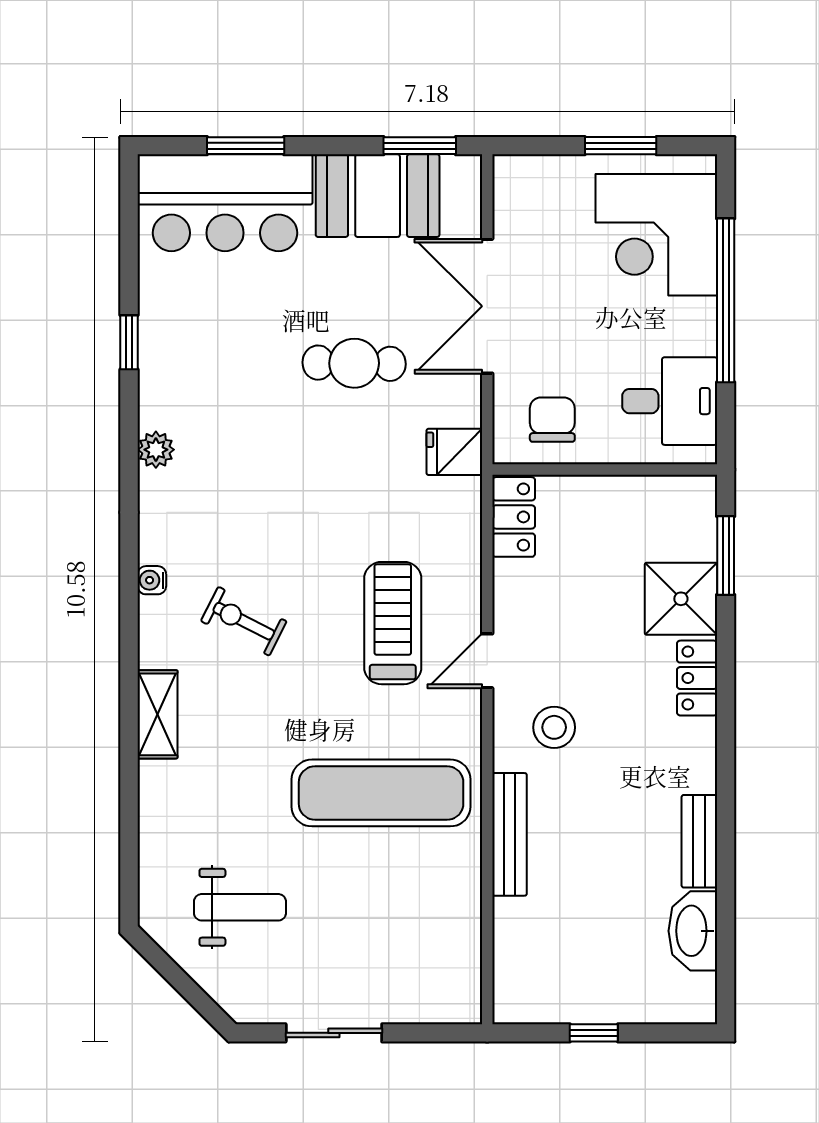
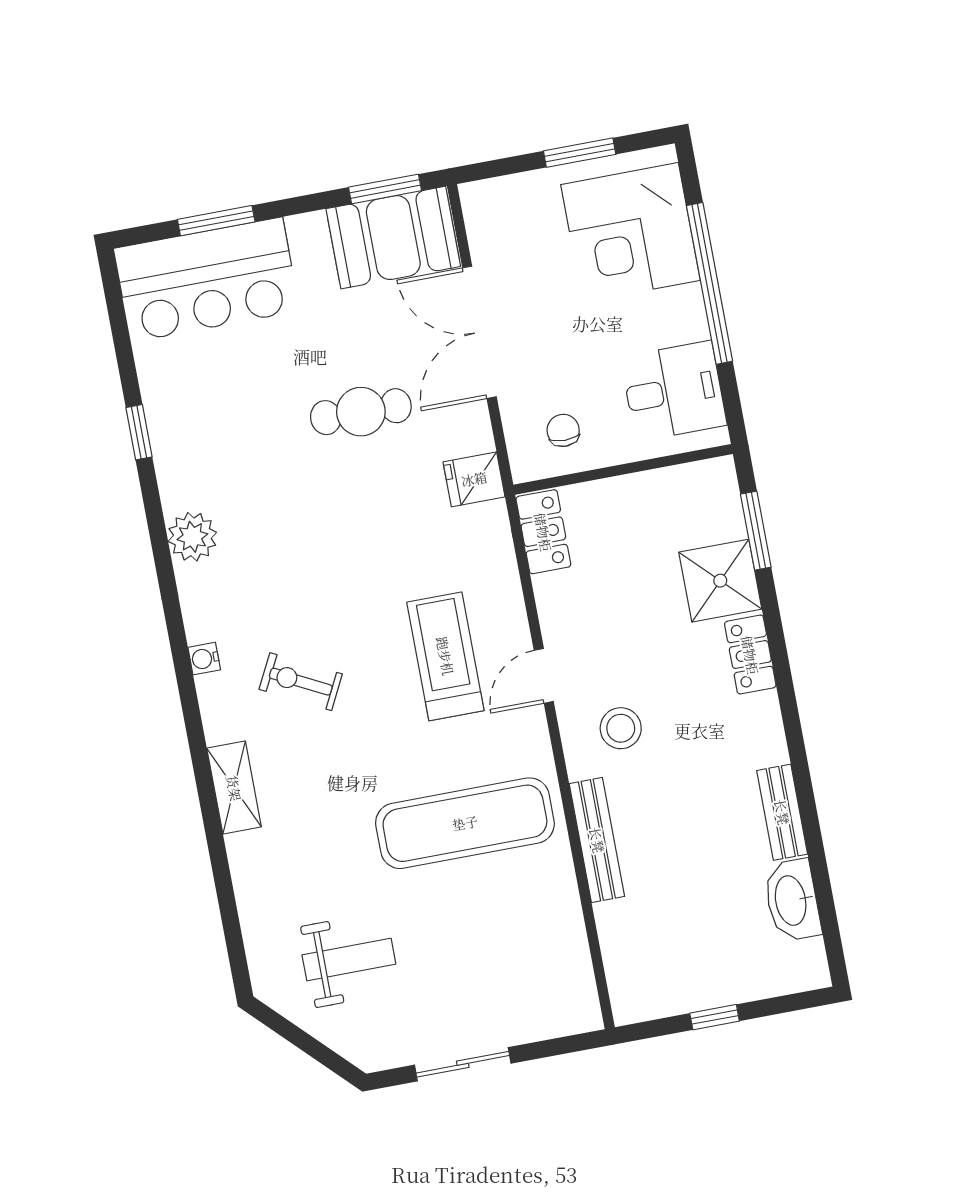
booth: (378, 196) -> (393, 238), moved
chair: (552, 420) -> (563, 430), width x0.73, depth x0.73
plant: (156, 450) -> (192, 537), width x1.38, depth x1.38

